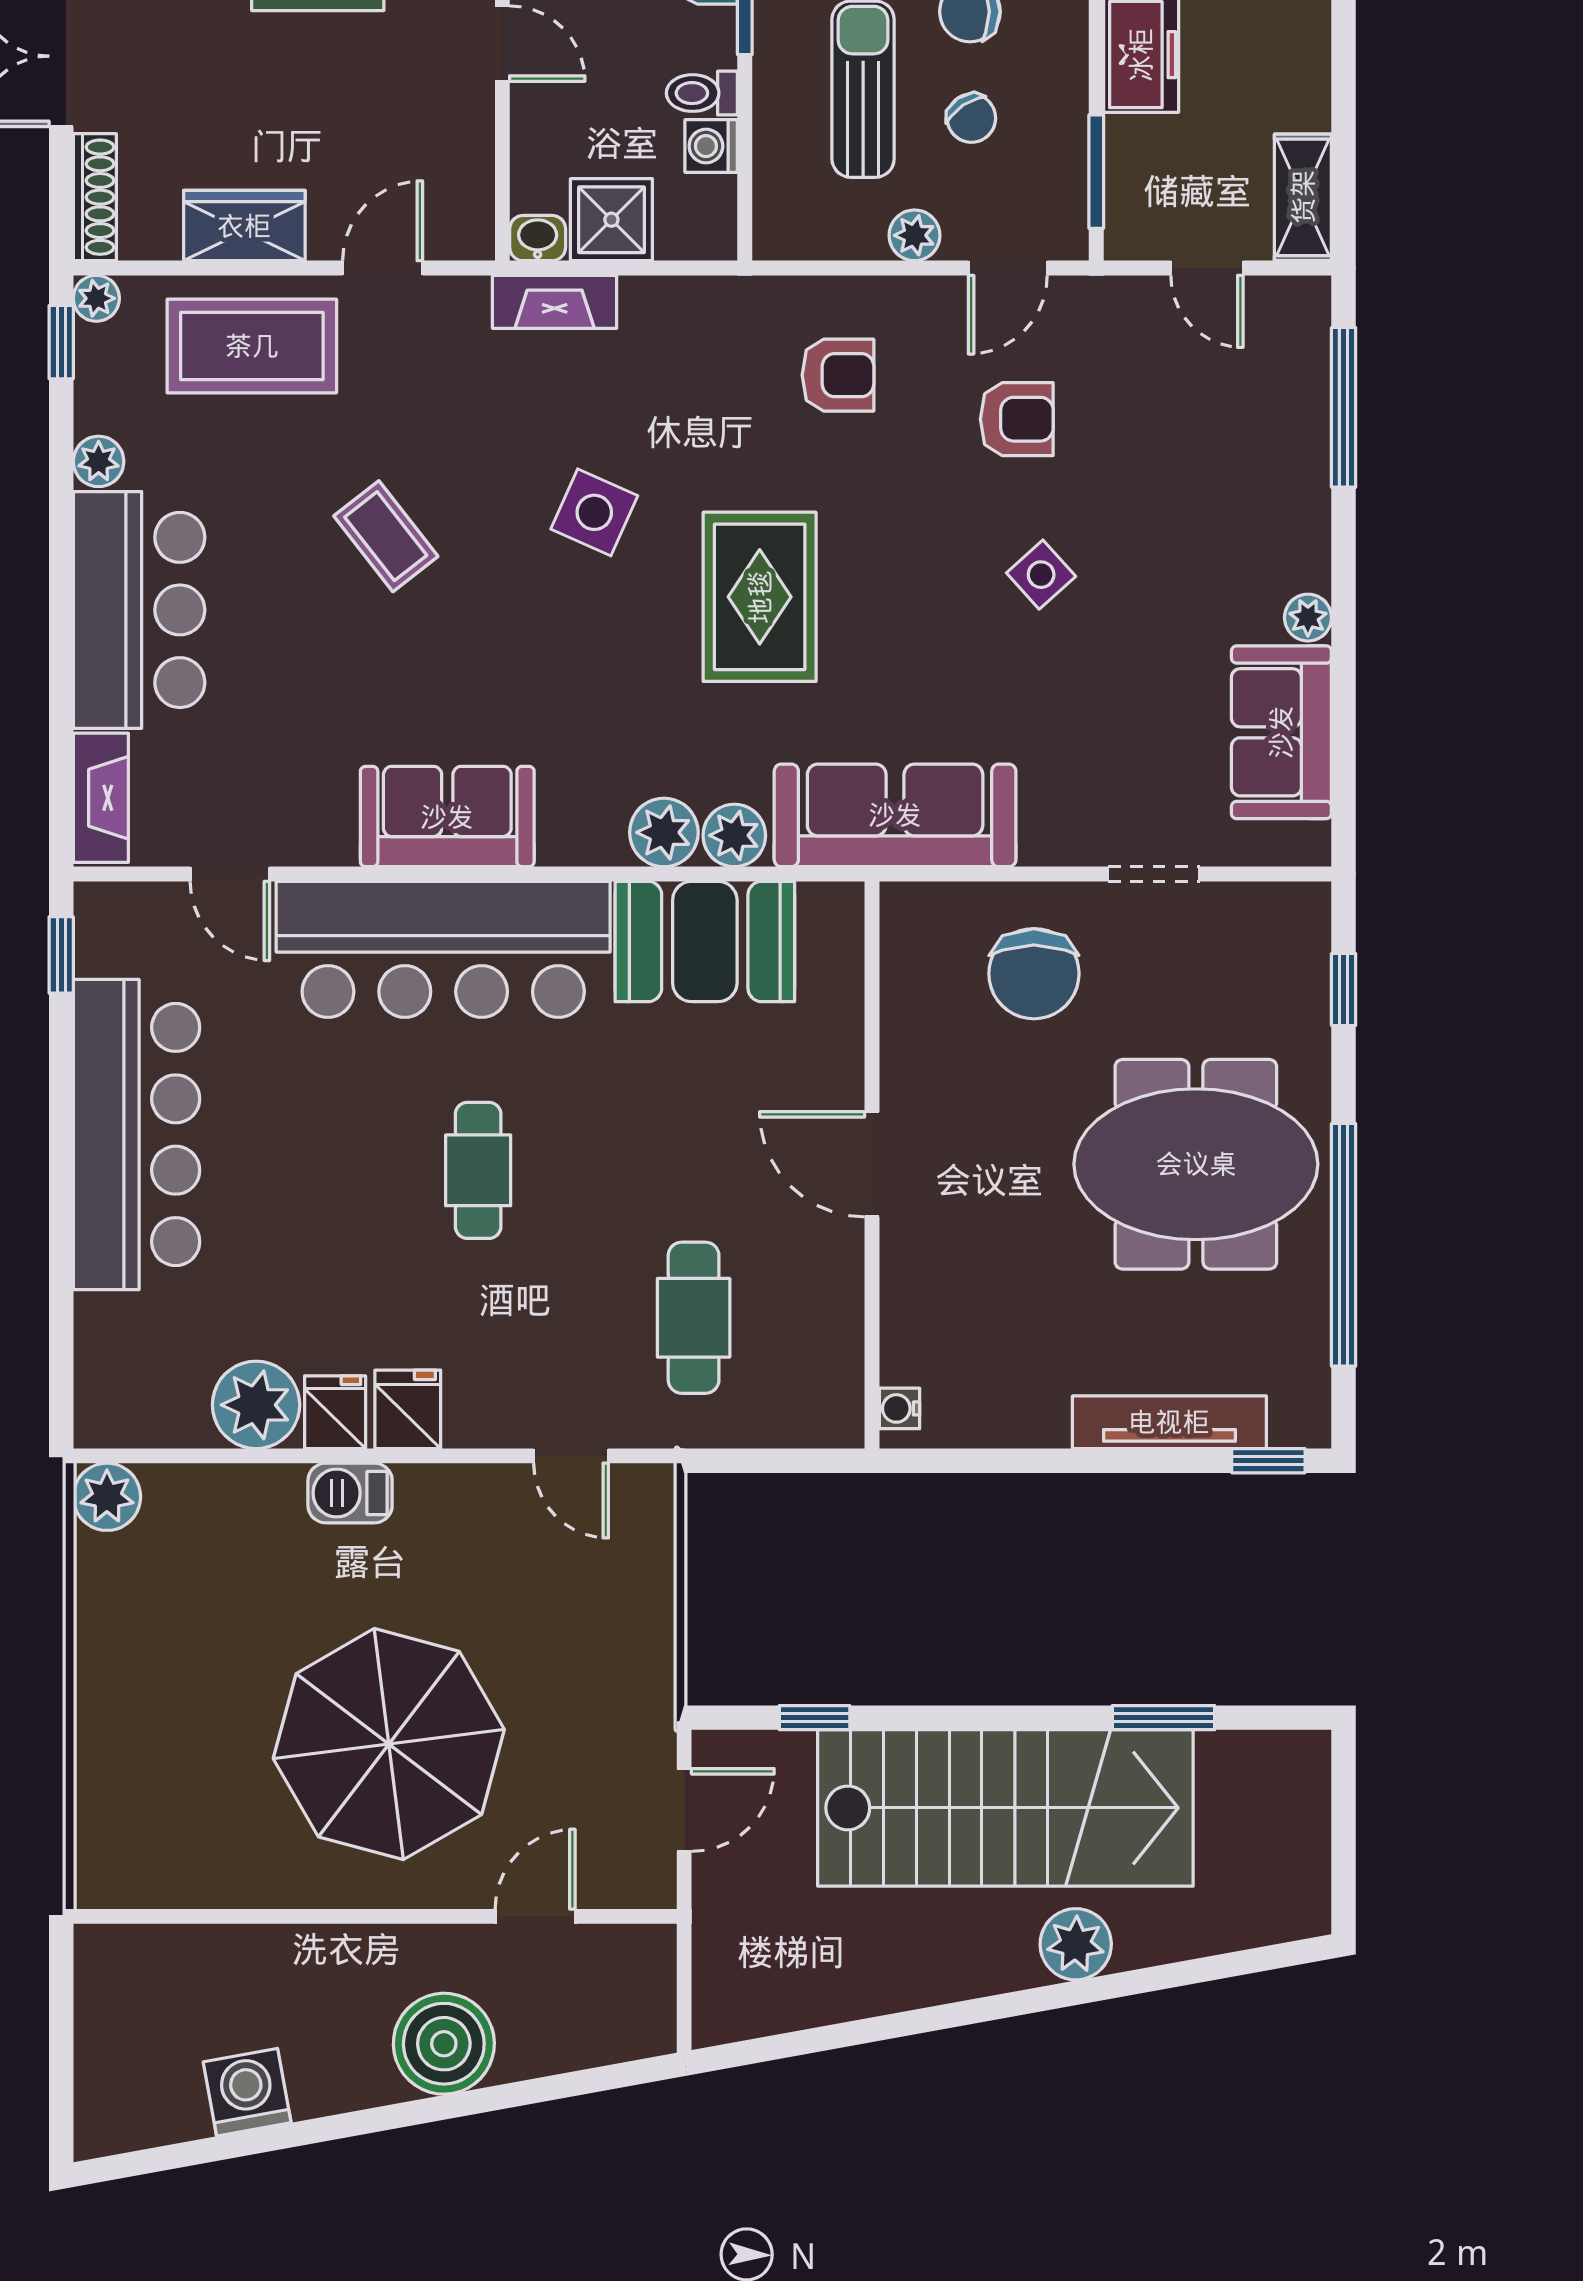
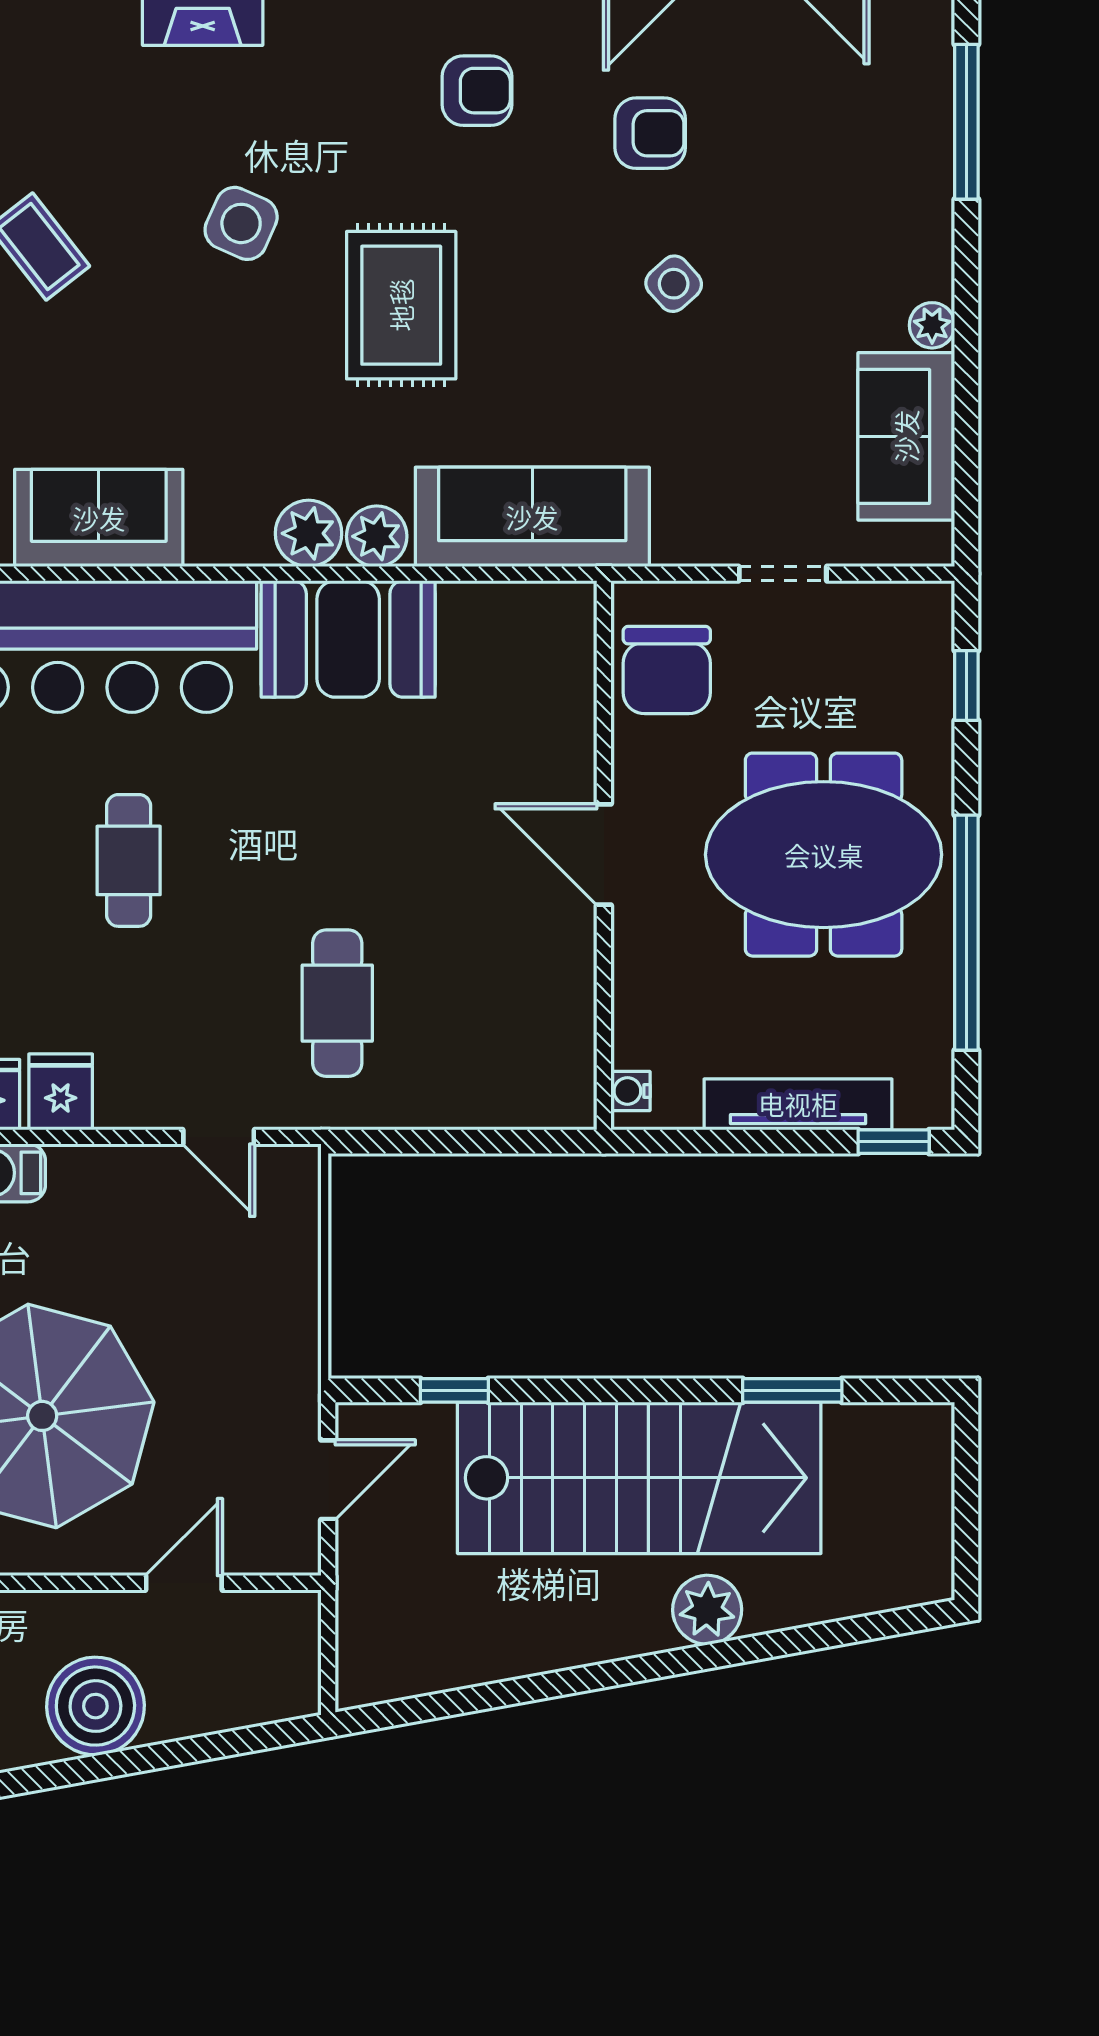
door: (872, 1164) -> (604, 855), moved
wall: (872, 1165) -> (604, 855), moved
water cooler: (900, 1408) -> (630, 1091), moved

